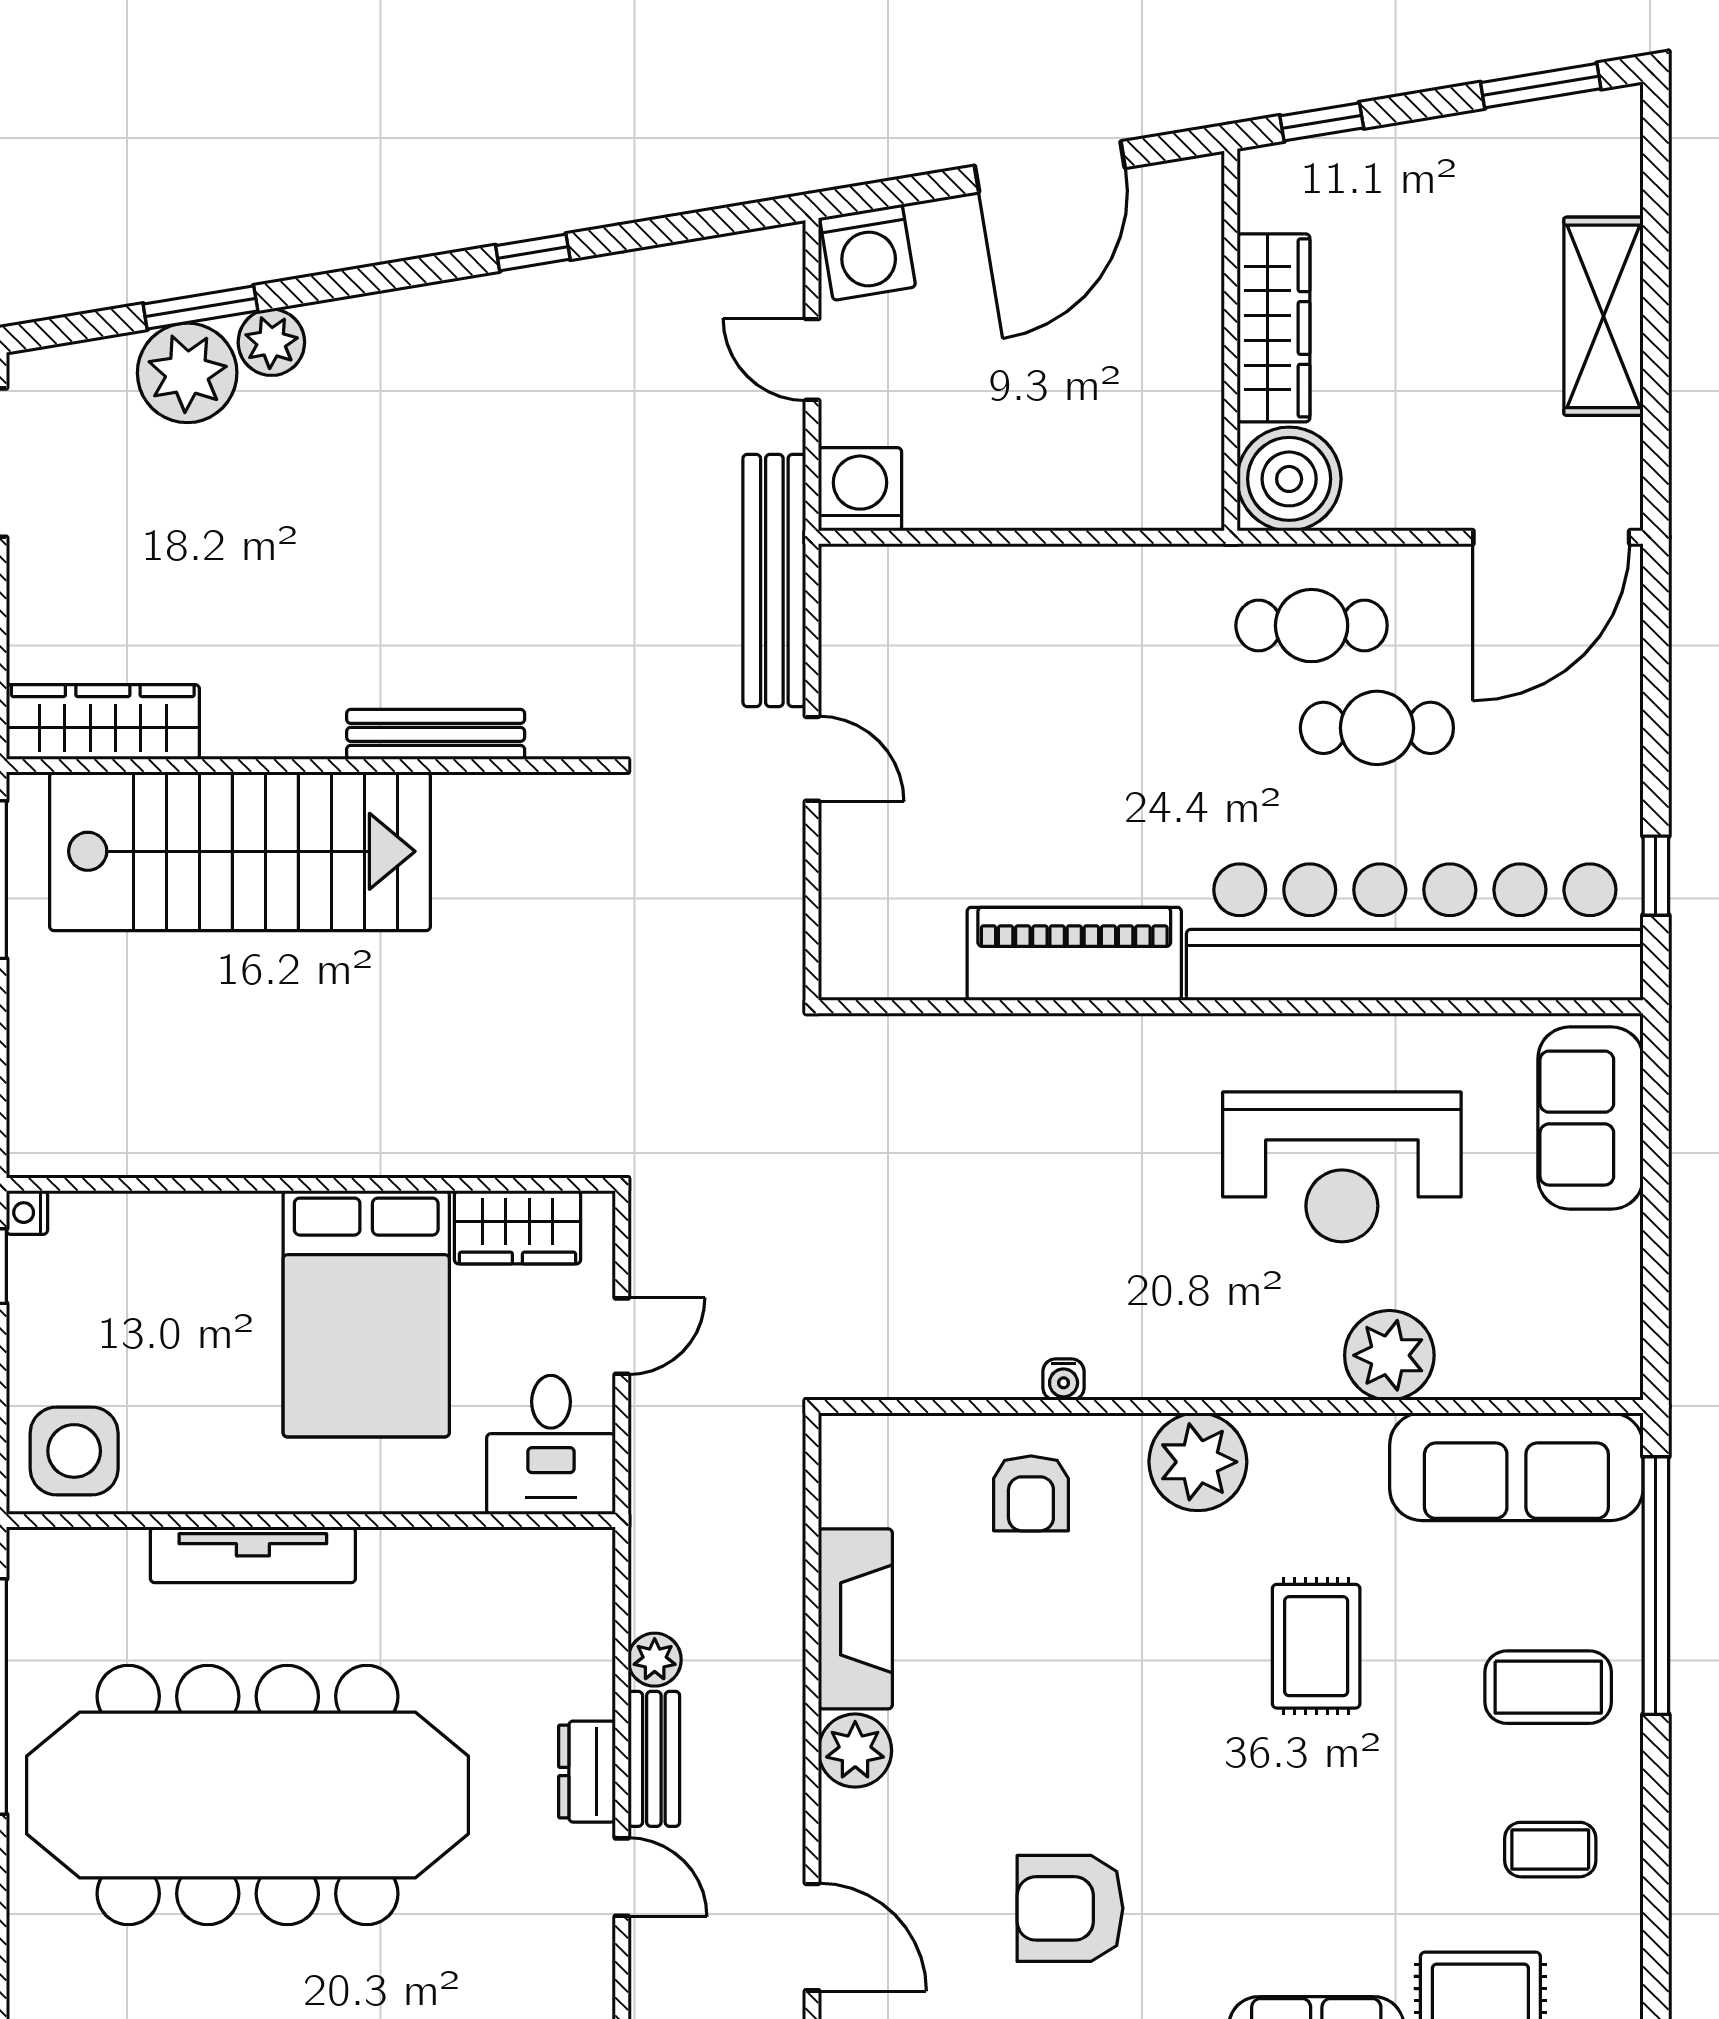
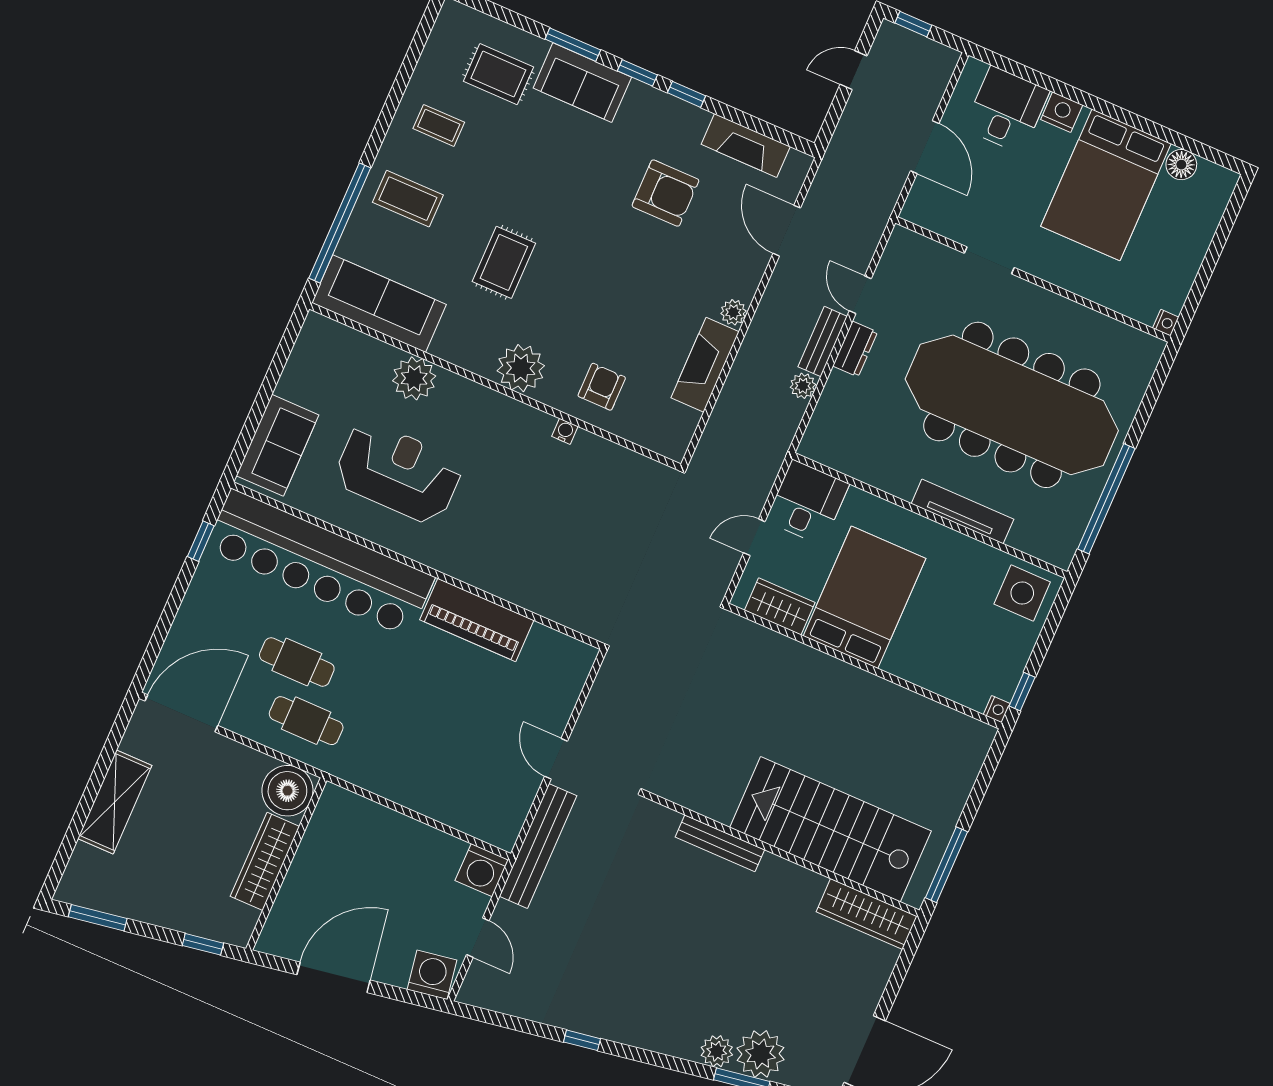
plant: (855, 1751) -> (733, 312), width x0.73, depth x0.73

